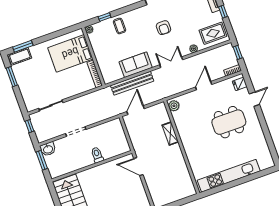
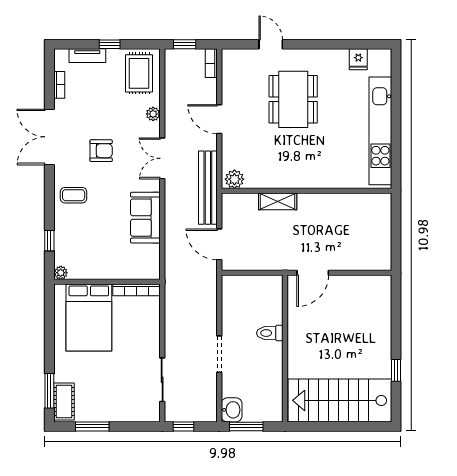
coffee table: (120, 26) -> (74, 195), moved
bench: (132, 83) -> (208, 188), moved
fridge: (240, 84) -> (358, 59), moved

